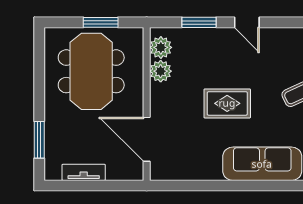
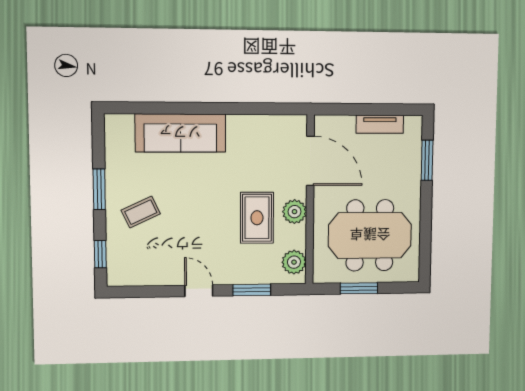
meeting table: (91, 71) -> (370, 235), turned 90
plant: (161, 71) -> (294, 212), moved
rug: (227, 103) -> (257, 218), moved, turned 90

